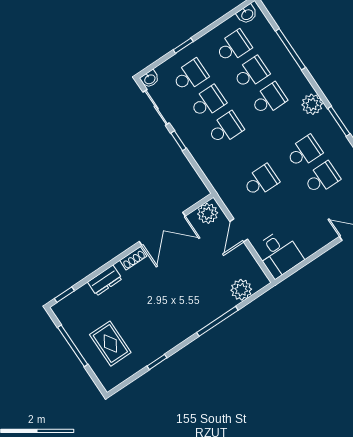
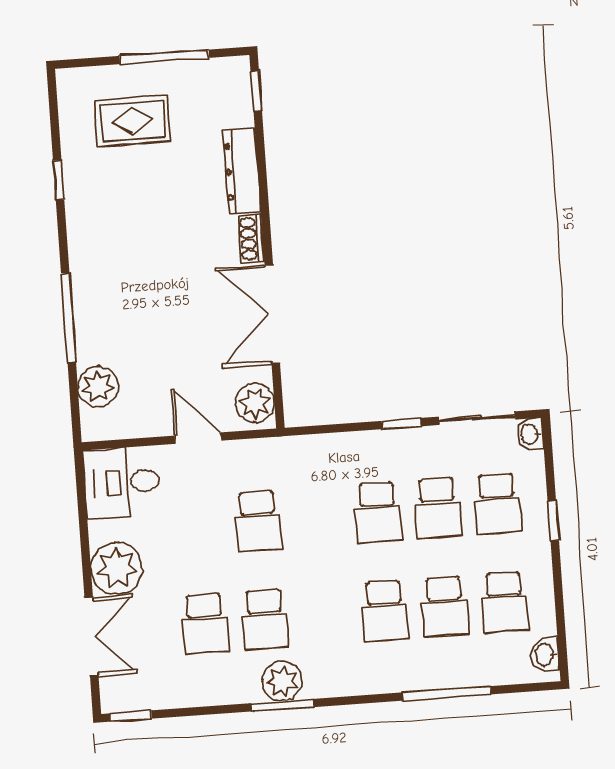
plant: (312, 104) -> (282, 681), moved
plant: (320, 233) -> (117, 568), added
dresser: (105, 280) -> (242, 171), width x1.44

